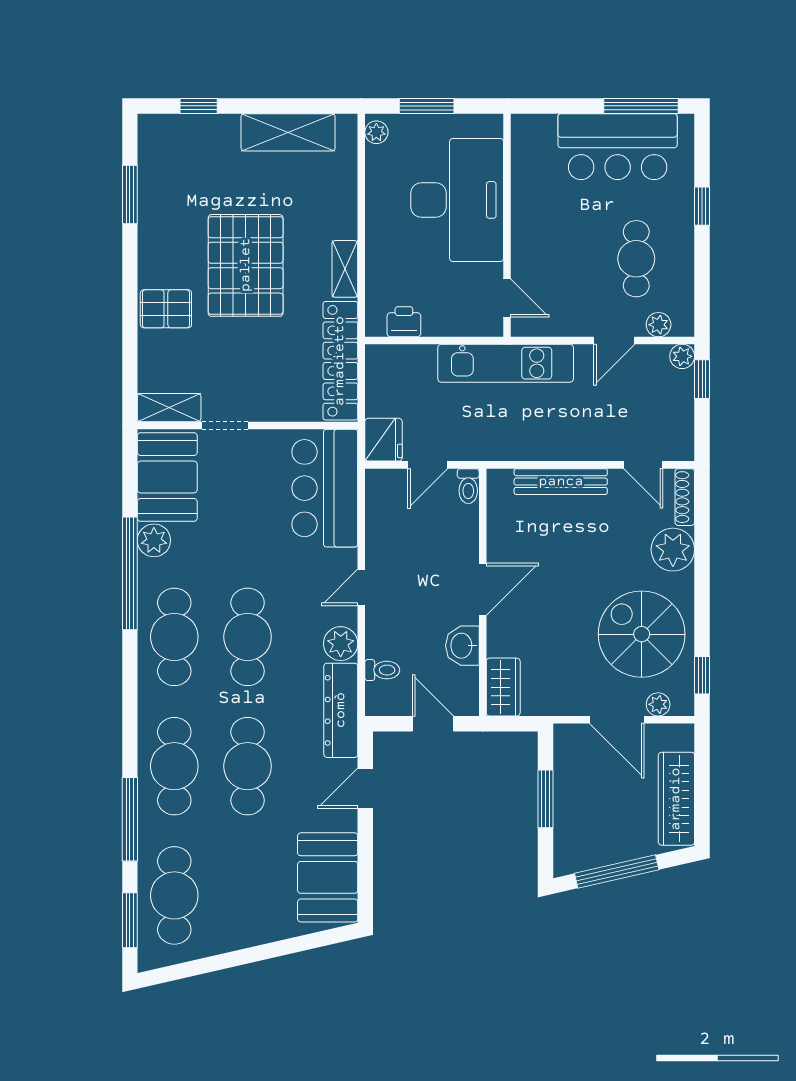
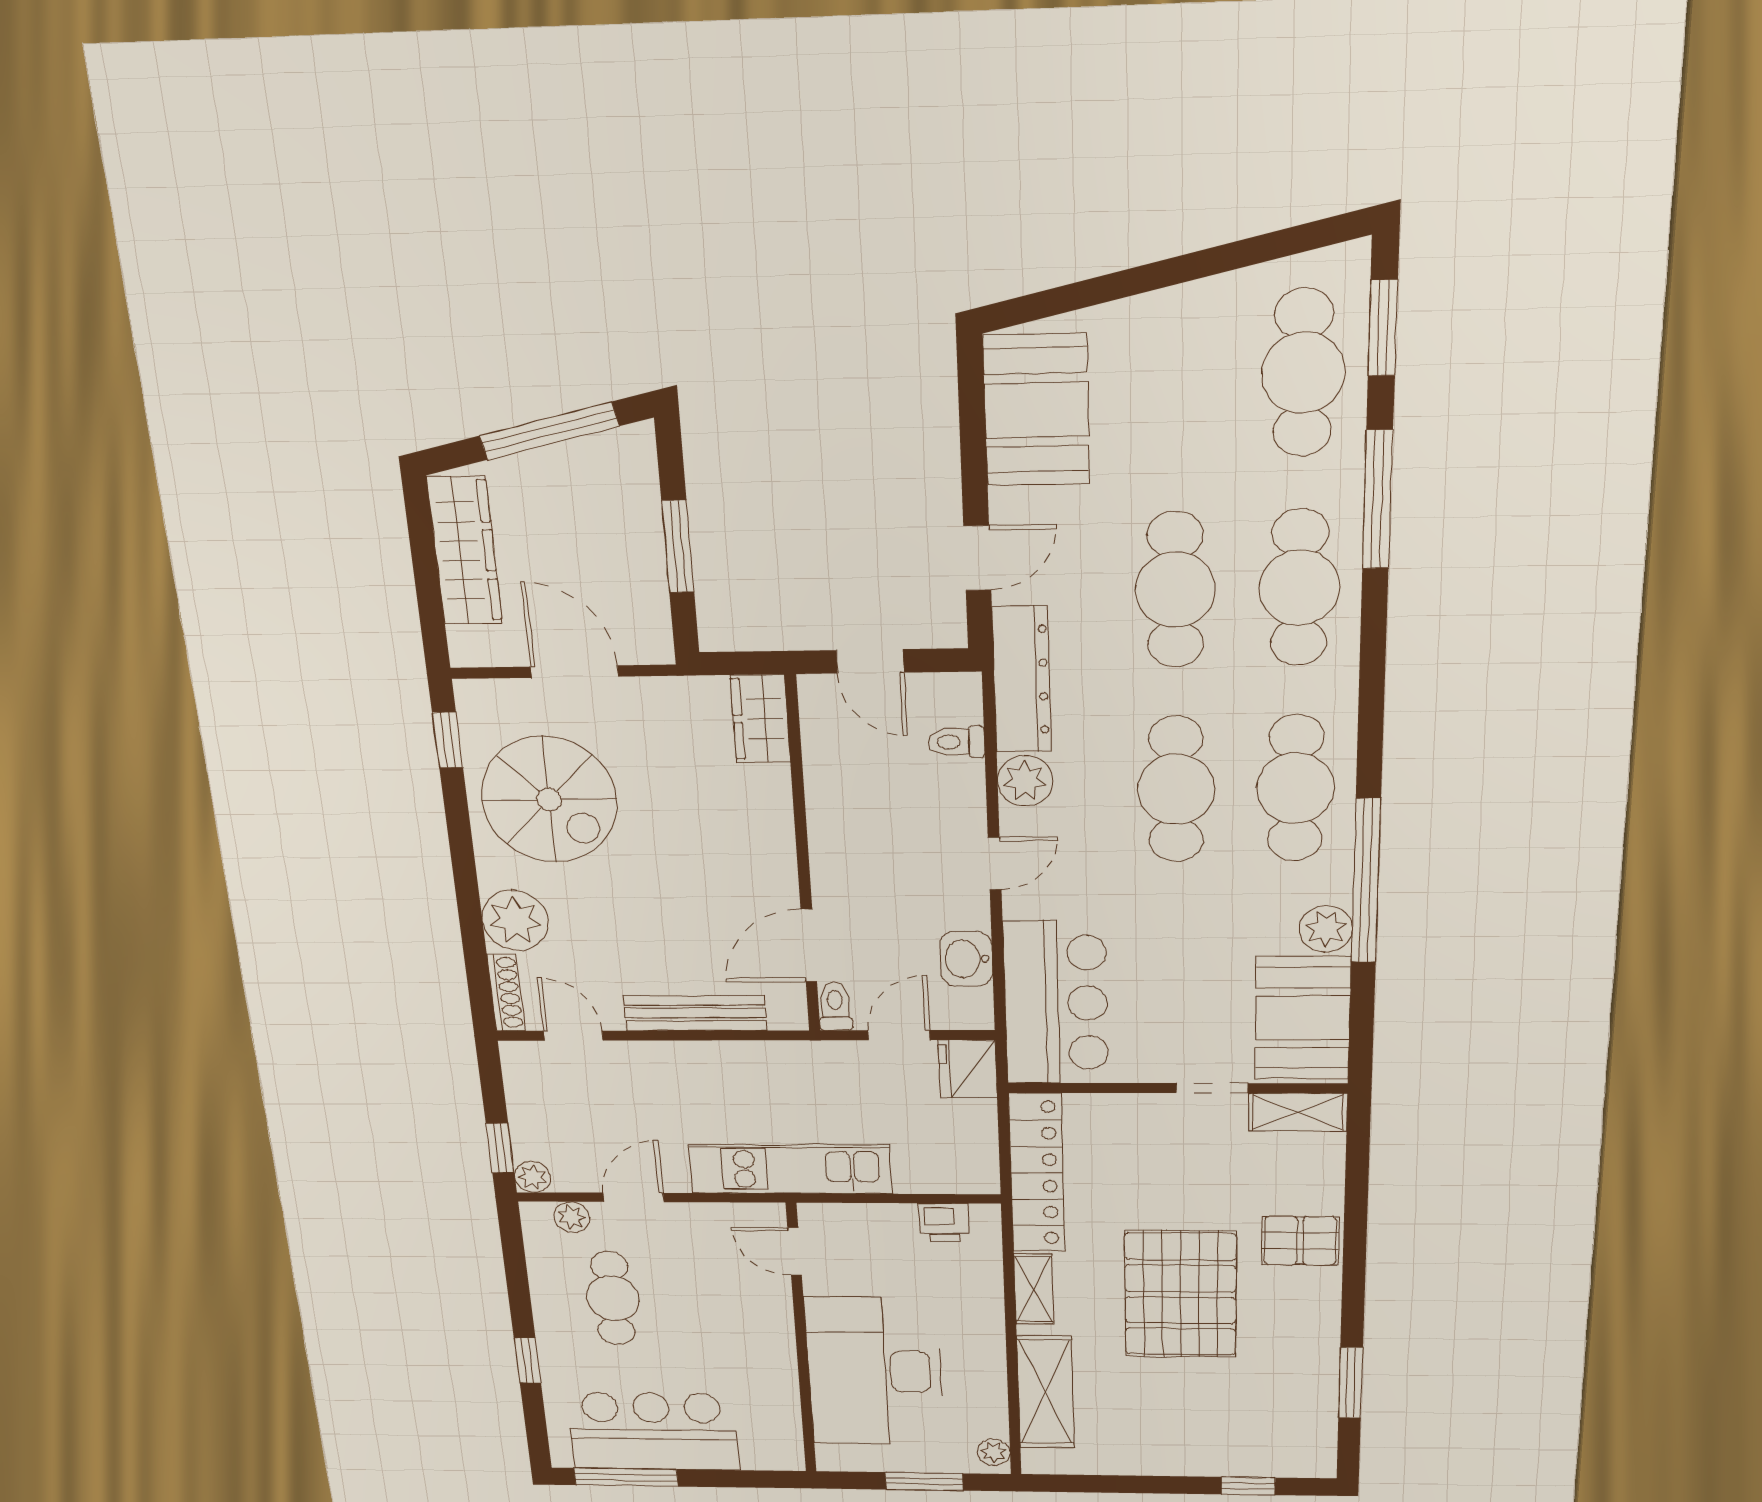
shelving: (288, 132) -> (1045, 1392), moved, turned 90
door: (483, 589) -> (809, 946), moved
washbasin: (462, 646) -> (966, 959), moved, turned 180
plant: (658, 704) -> (511, 696), removed

